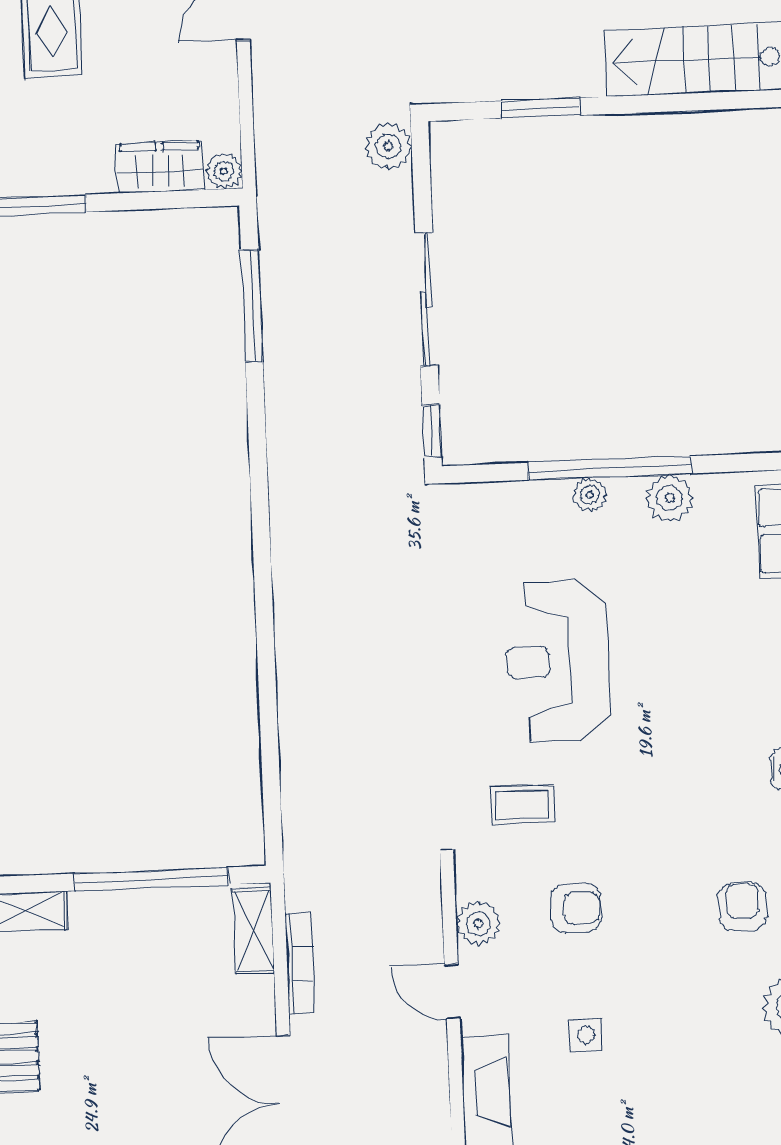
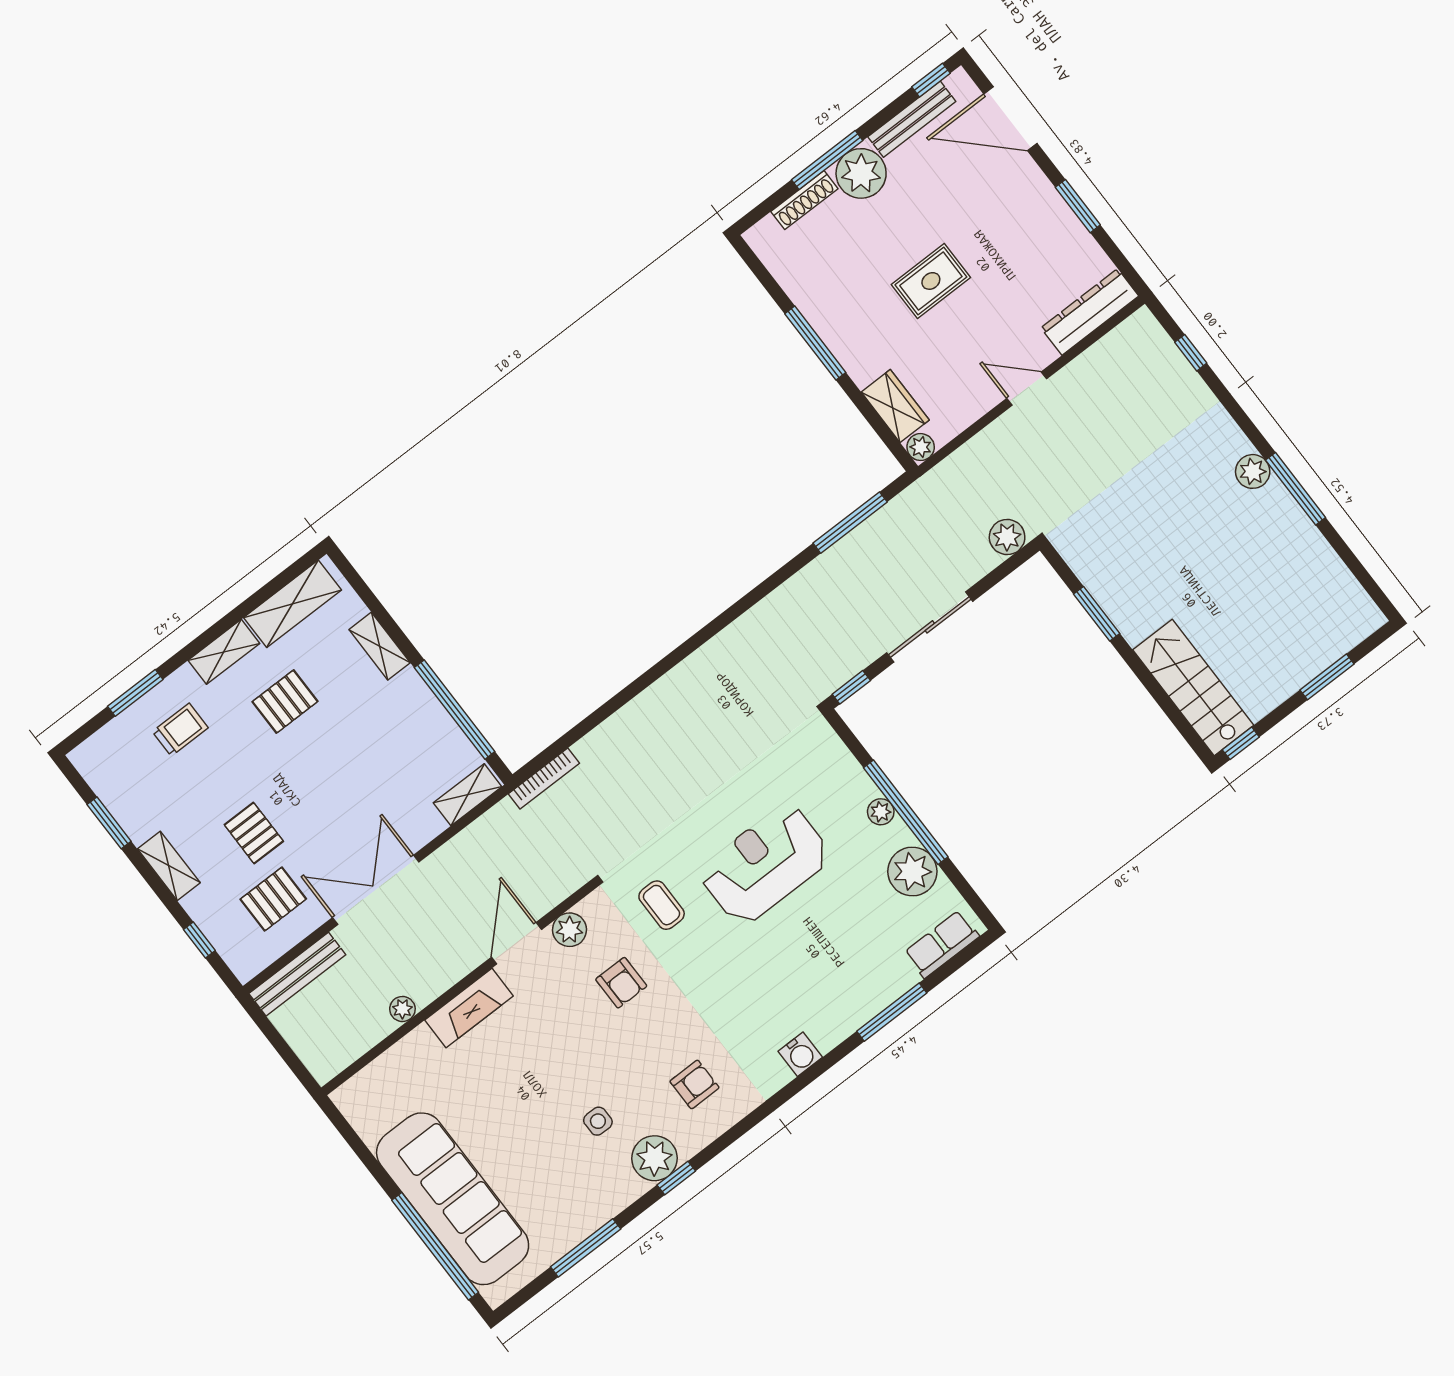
plant: (670, 498) -> (912, 871), width x1.36, depth x1.36
bookcase: (300, 963) -> (544, 779), moved
door: (452, 992) -> (516, 943), width x1.38
side table: (586, 1035) -> (598, 1121), moved

